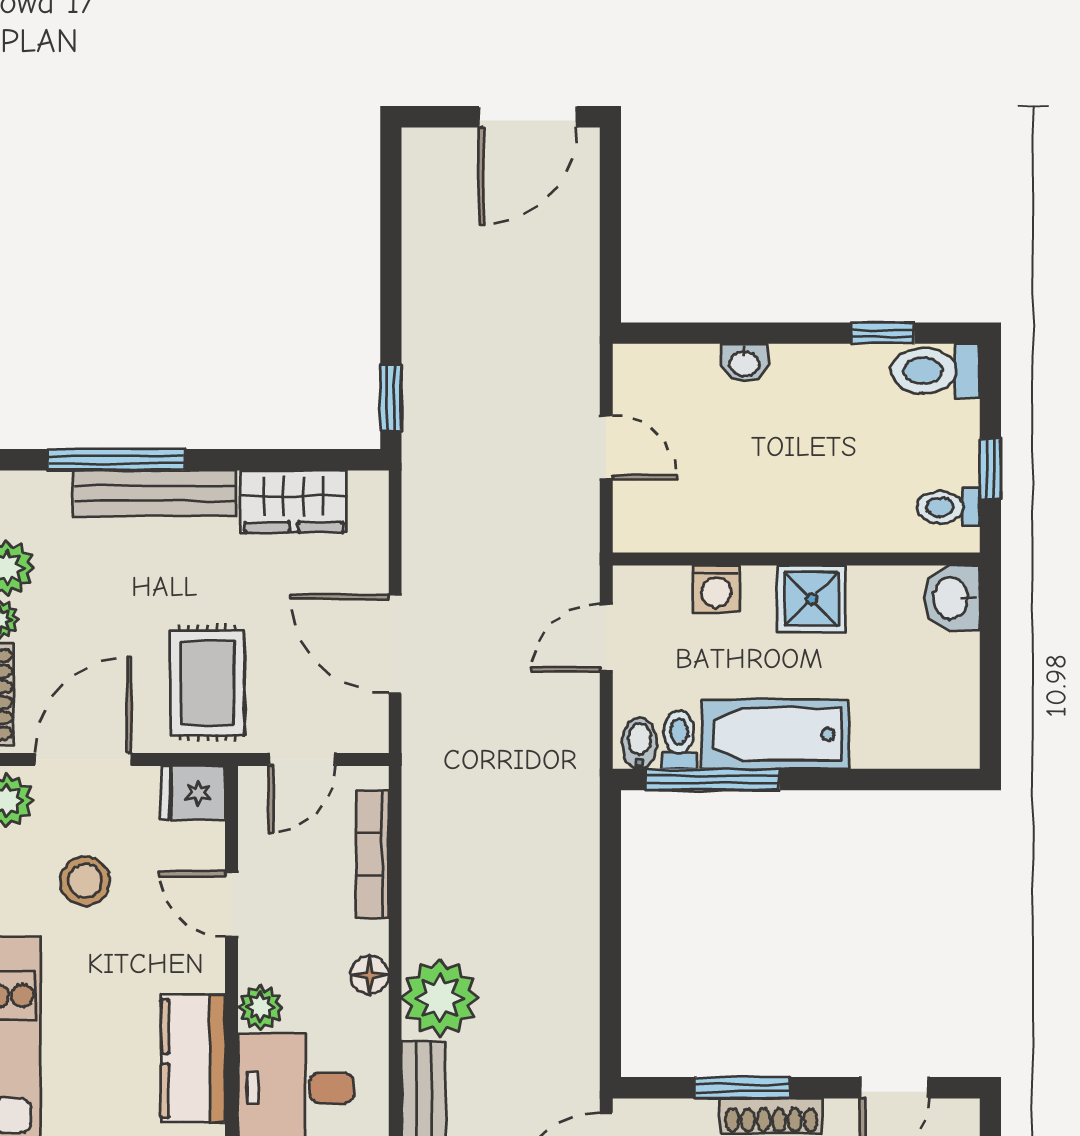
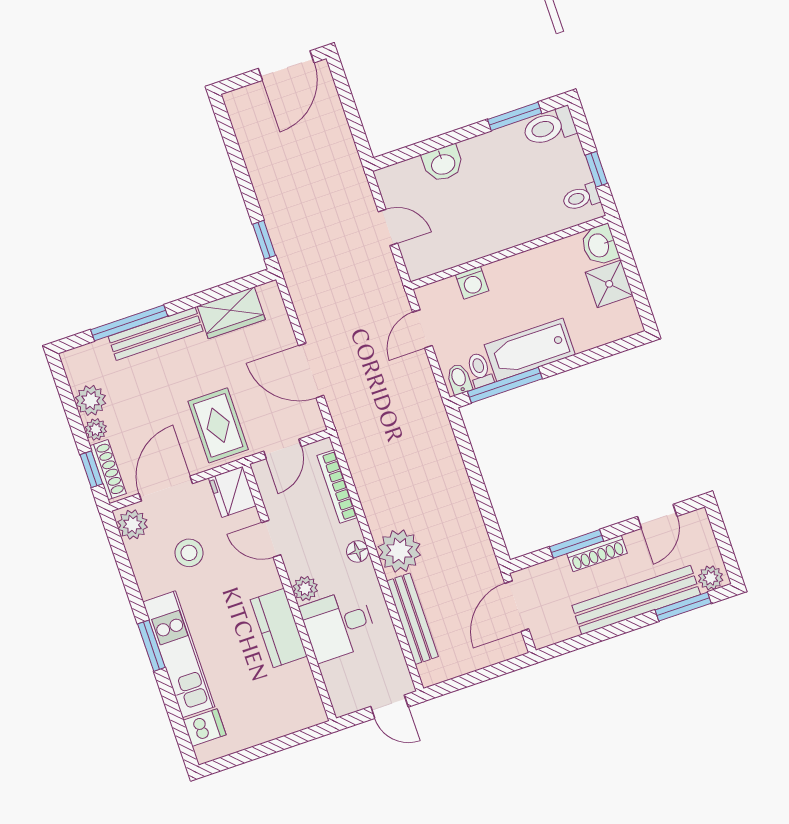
window: (883, 333) -> (515, 116), width x1.50
washbasin: (744, 363) -> (443, 164), width x1.38, depth x1.45
shower: (812, 599) -> (609, 284), moved
fridge: (193, 793) -> (232, 492), width x1.38

